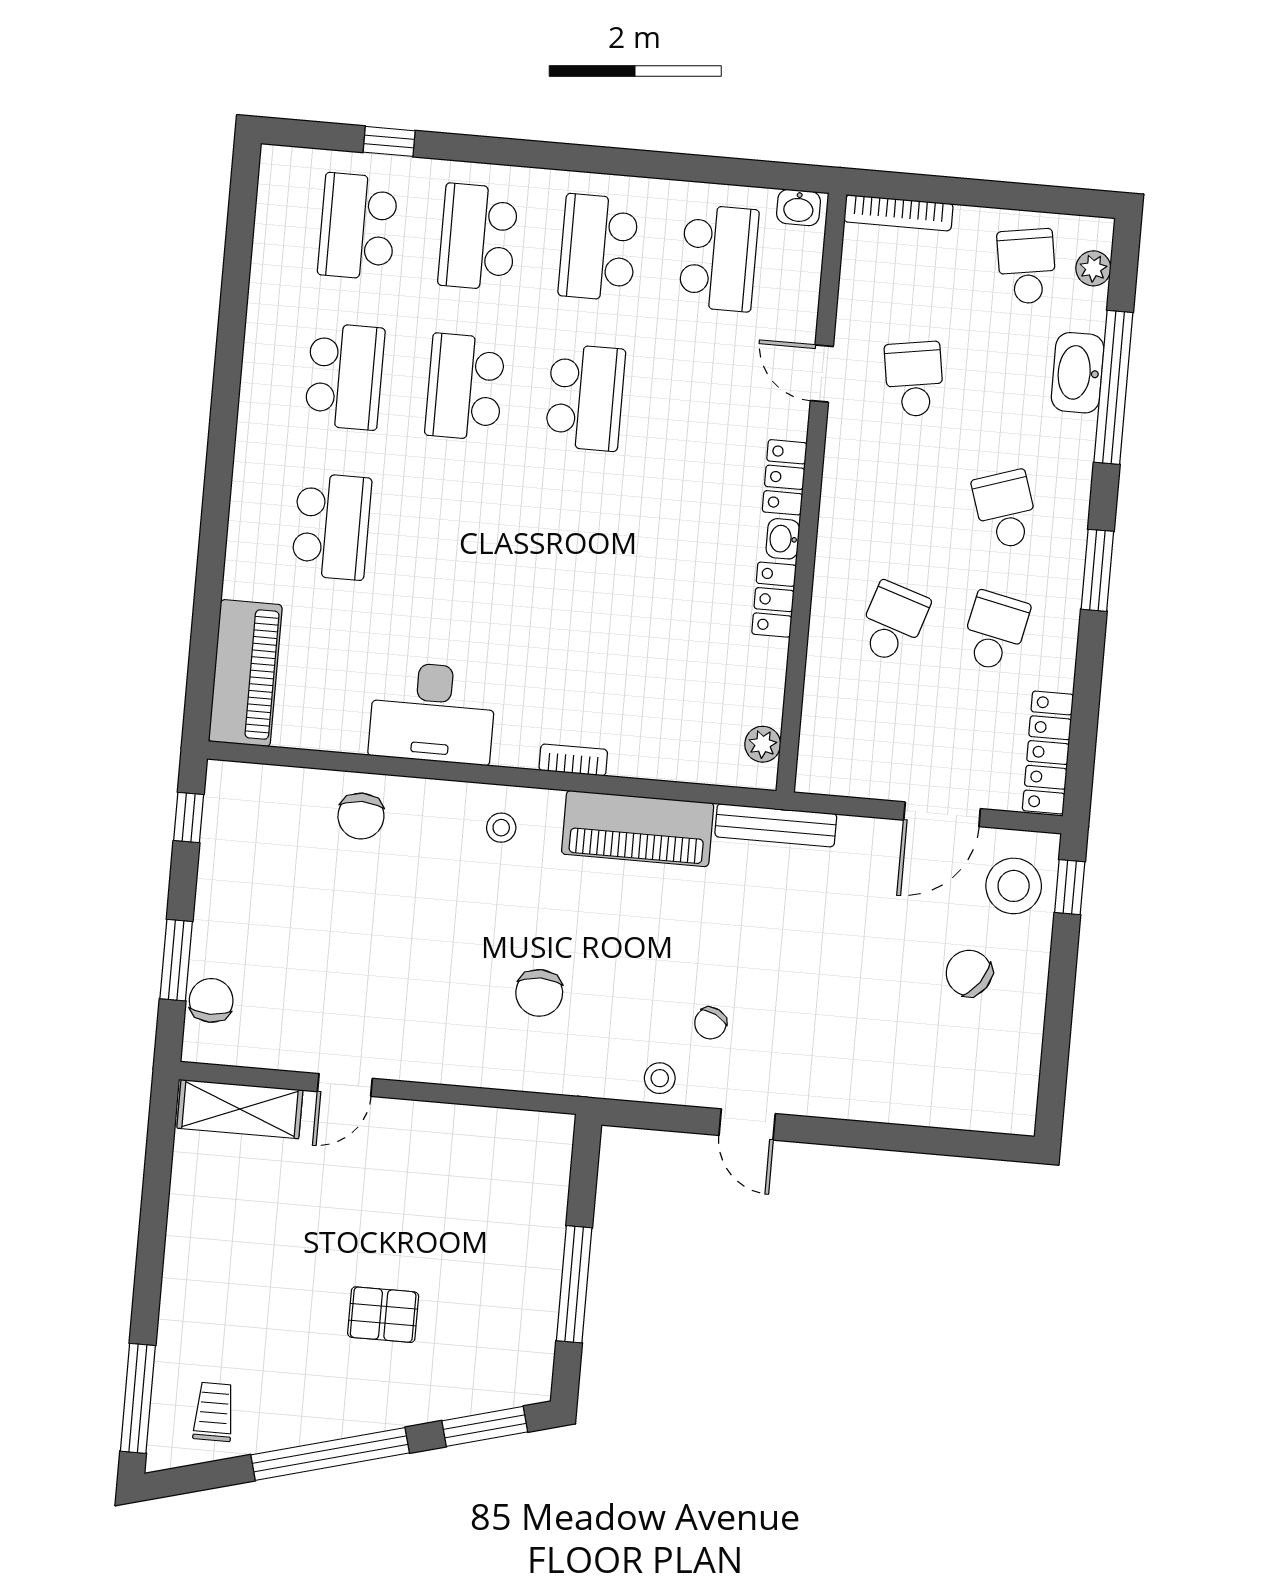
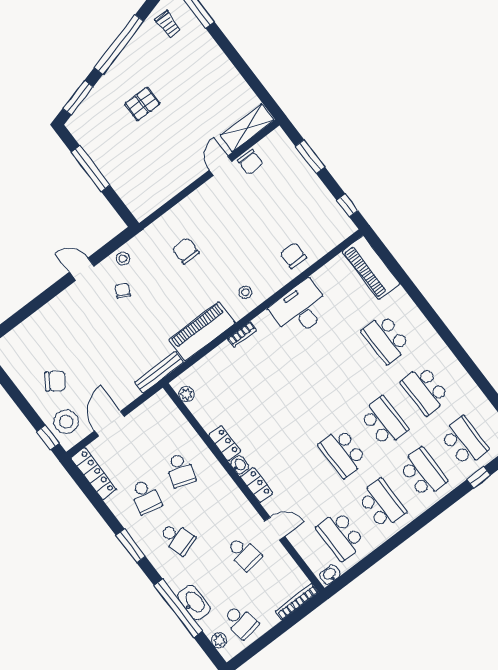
chair: (211, 1000) -> (250, 162), moved

